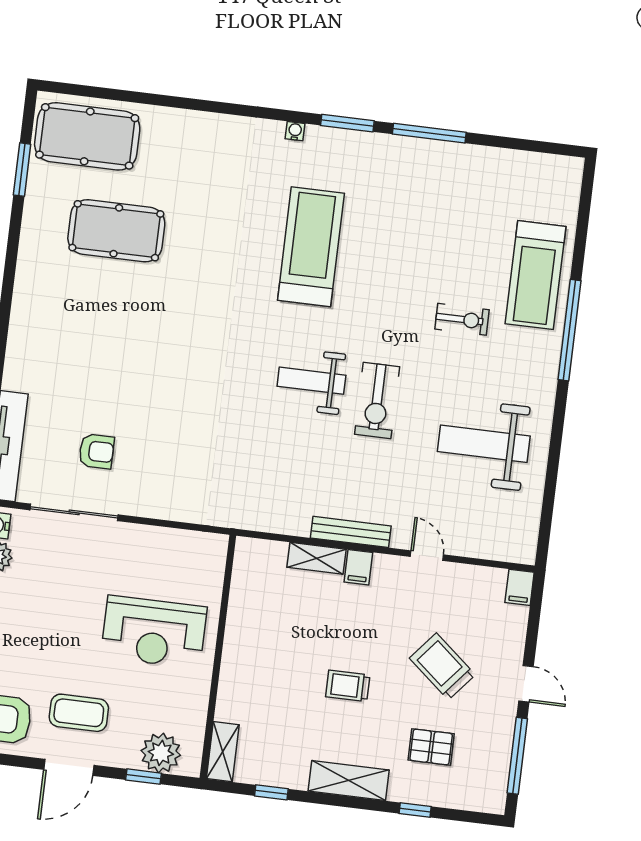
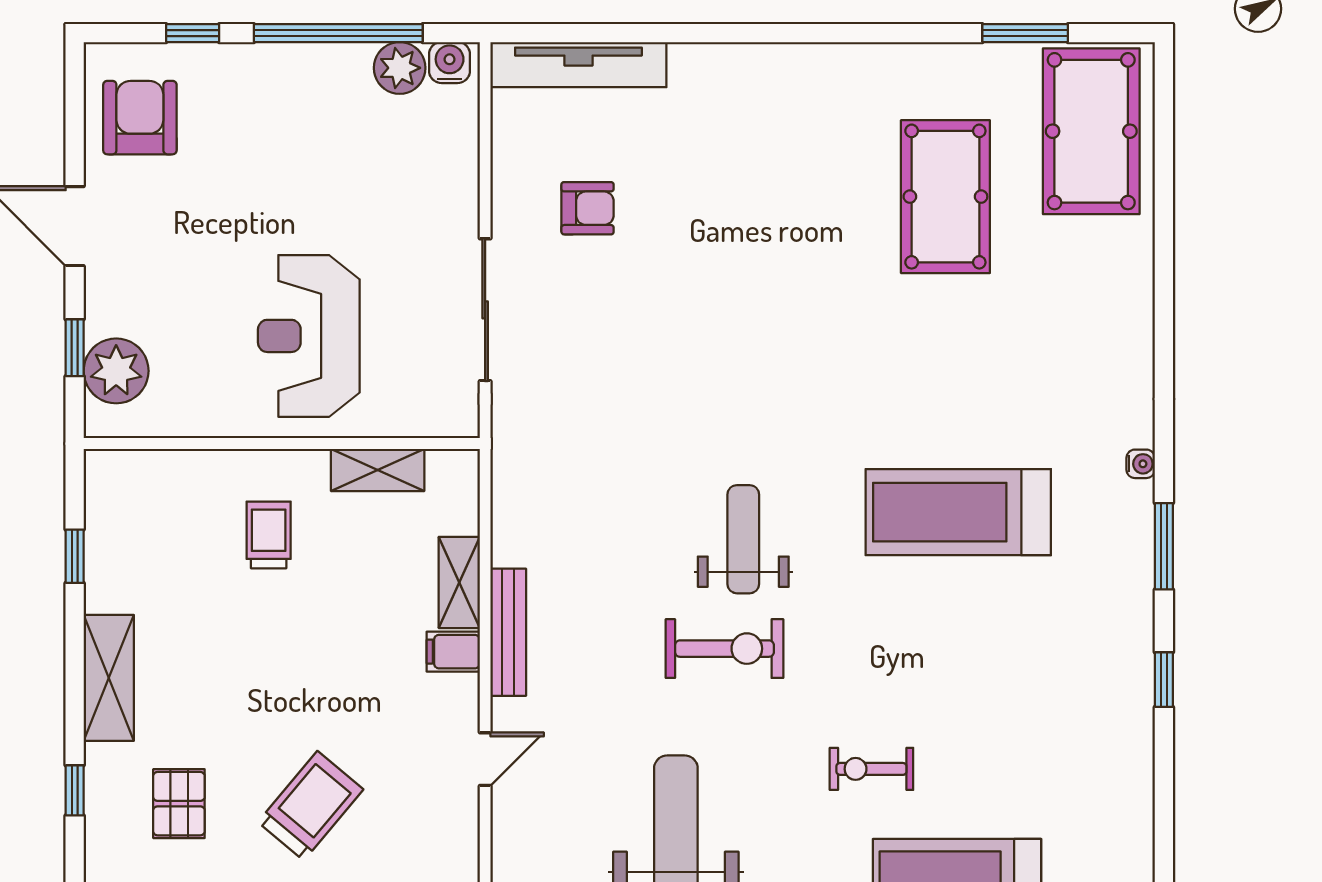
window: (429, 133) -> (1164, 680), width x0.46
treadmill: (311, 247) -> (958, 512), turned 180
exercise bike: (462, 319) -> (871, 769), turned 90
exercise bike: (377, 400) -> (724, 649), turned 180
armchair: (96, 451) -> (588, 208), turned -90
sliding door: (74, 512) -> (485, 310), moved
trolley: (348, 686) -> (269, 535), moved
coffee table: (79, 713) -> (164, 231), removed
shelving: (223, 752) -> (378, 470), moved

